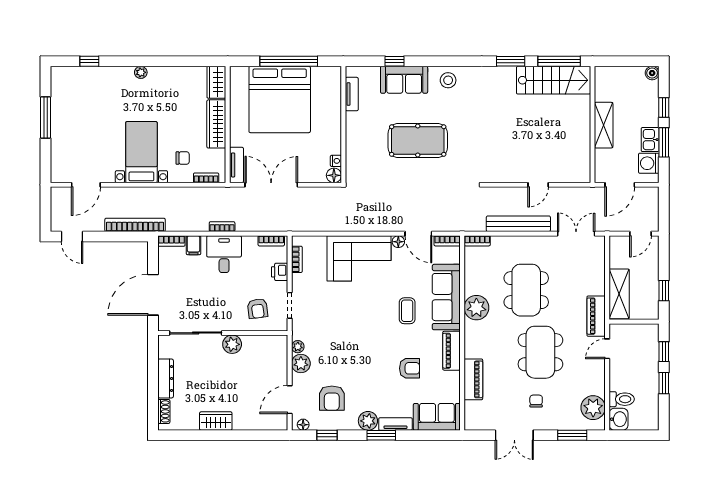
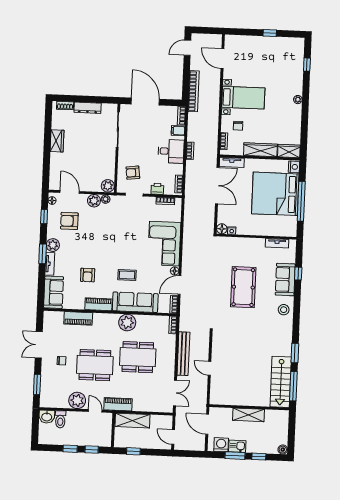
nightstand: (239, 74) -> (294, 167), added
window: (46, 117) -> (270, 33), width x0.46
plant: (232, 344) -> (108, 186), moved
plant: (593, 408) -> (77, 400), moved

